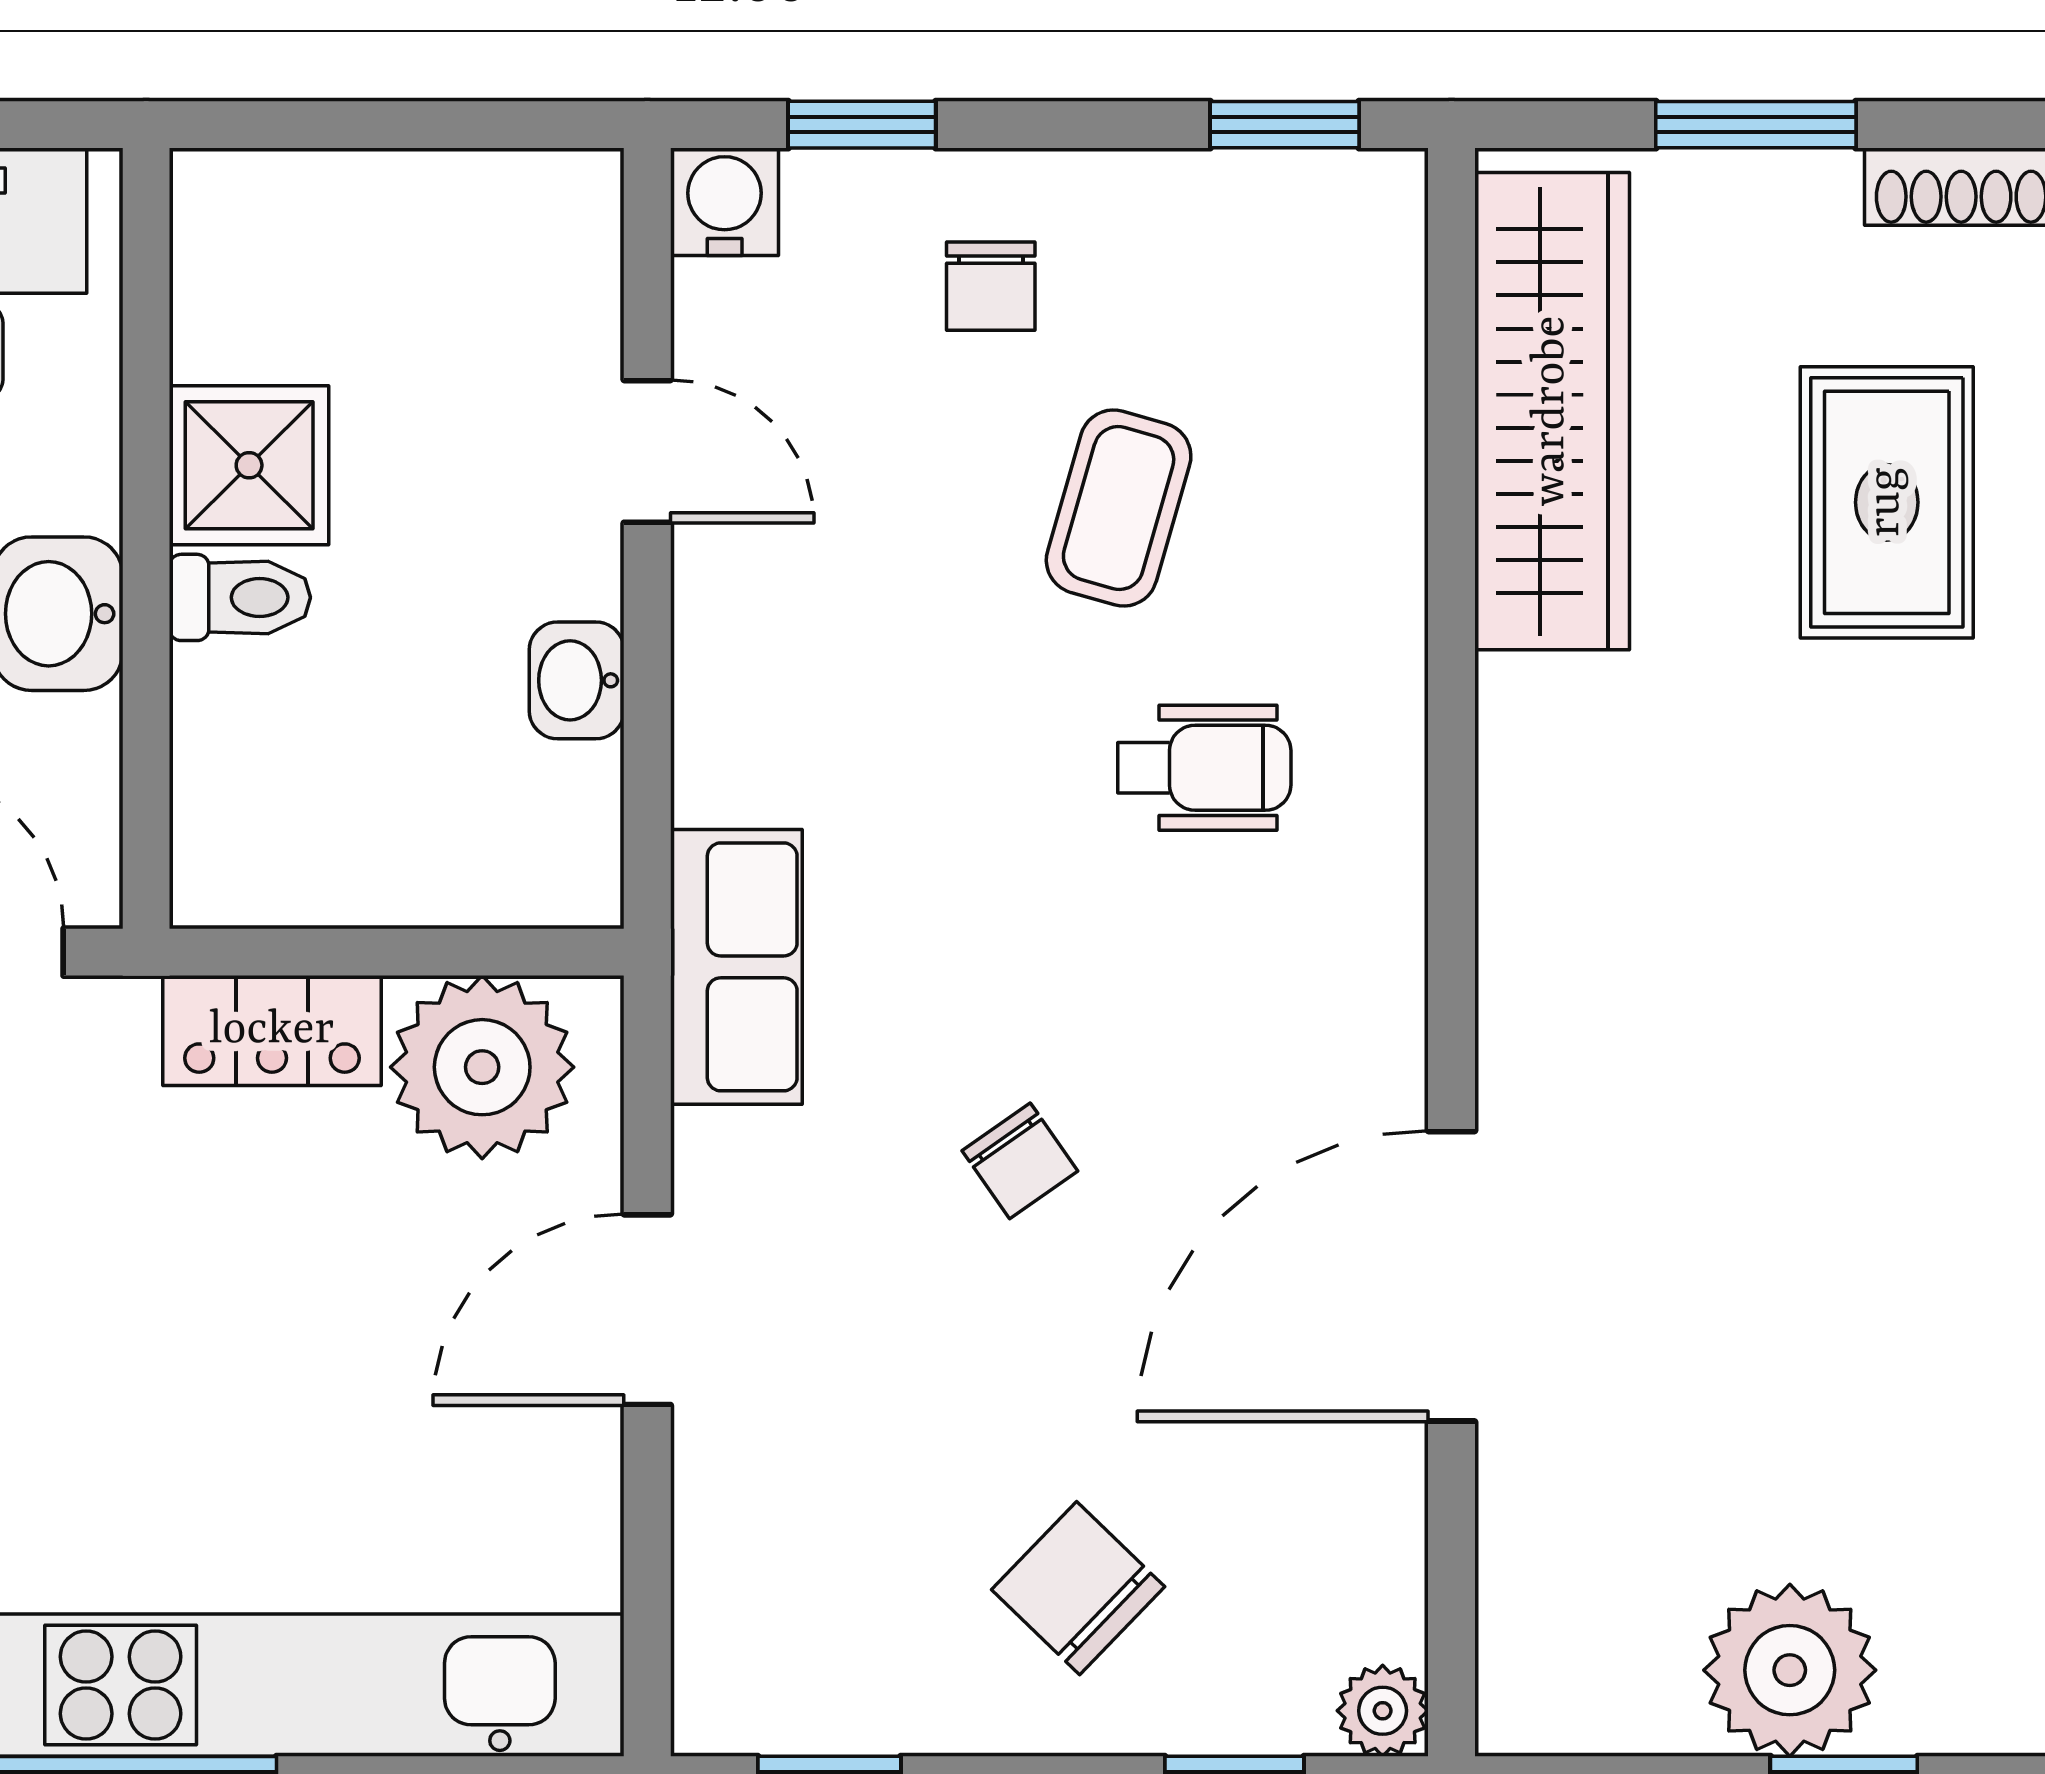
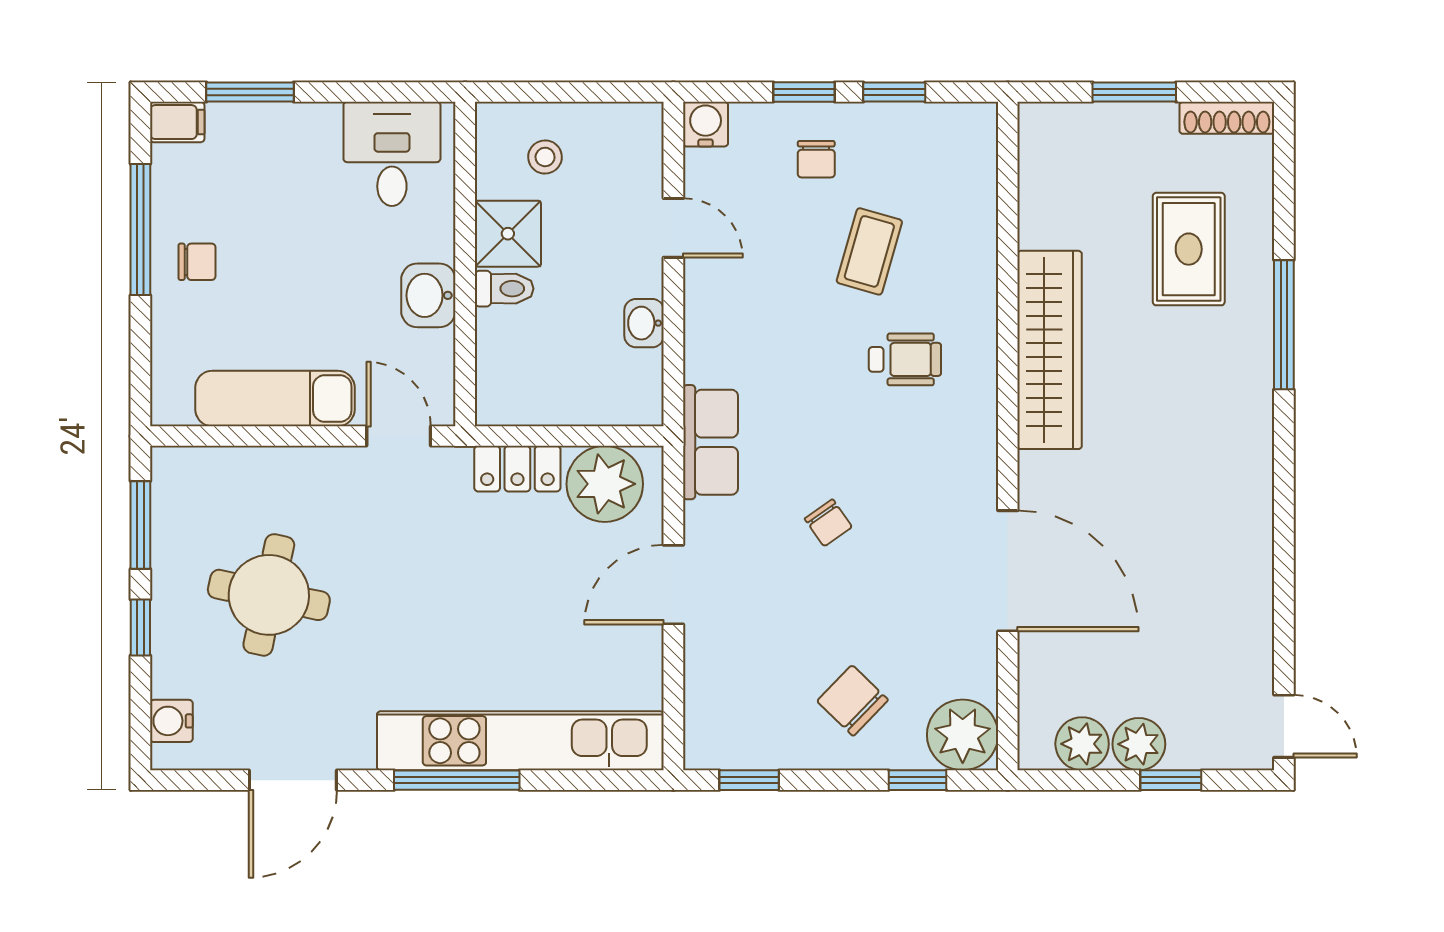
window: (862, 125) -> (804, 92), moved
window: (1285, 125) -> (894, 92), moved
stool: (338, 281) -> (545, 157), added
wardrobe: (1552, 411) -> (1050, 350), moved
door: (1451, 1276) -> (1008, 571), swing flipped
plant: (1790, 1670) -> (1139, 744), width x0.73, depth x0.73
plant: (1630, 1692) -> (1082, 744), added
plant: (1383, 1711) -> (963, 735), width x1.87, depth x1.87

